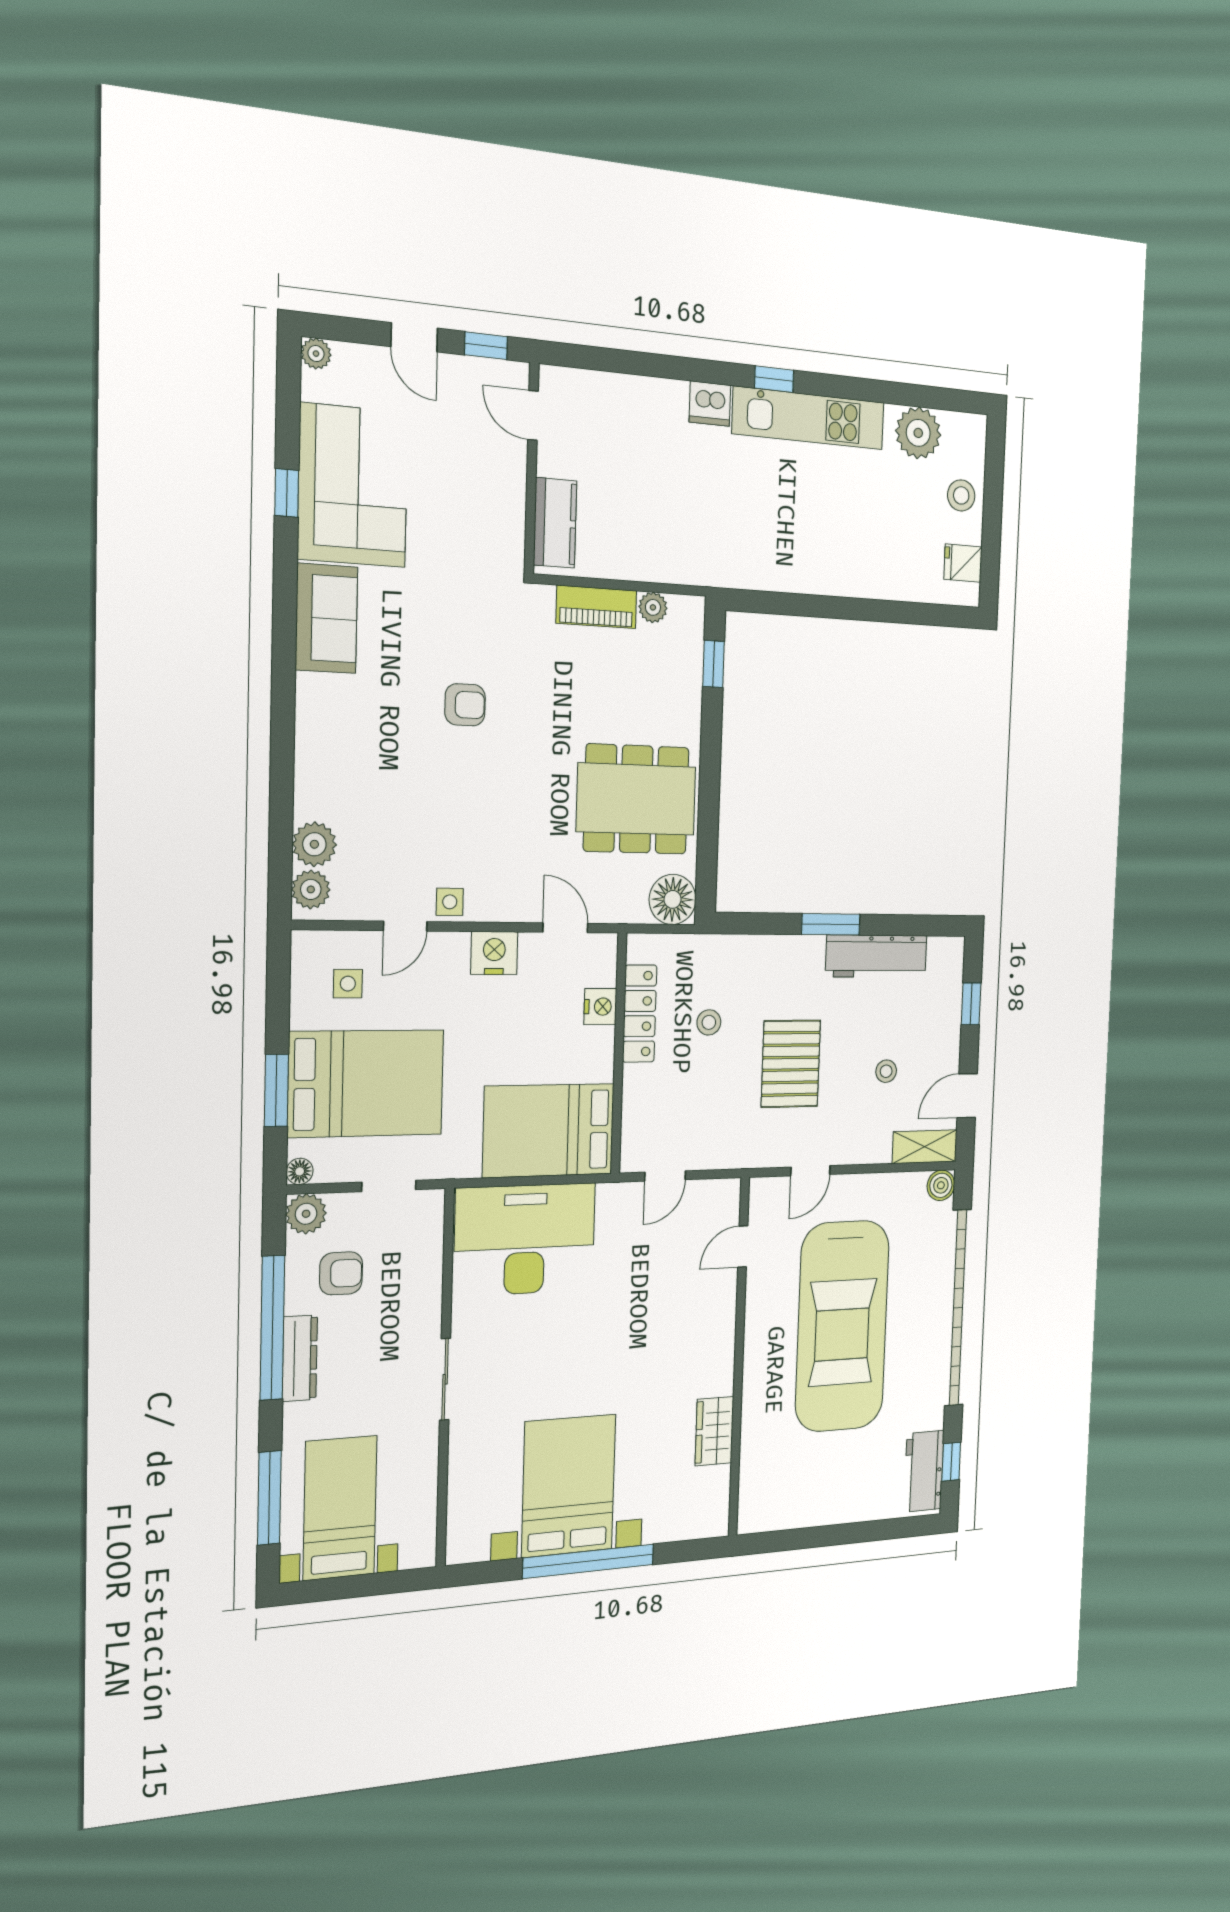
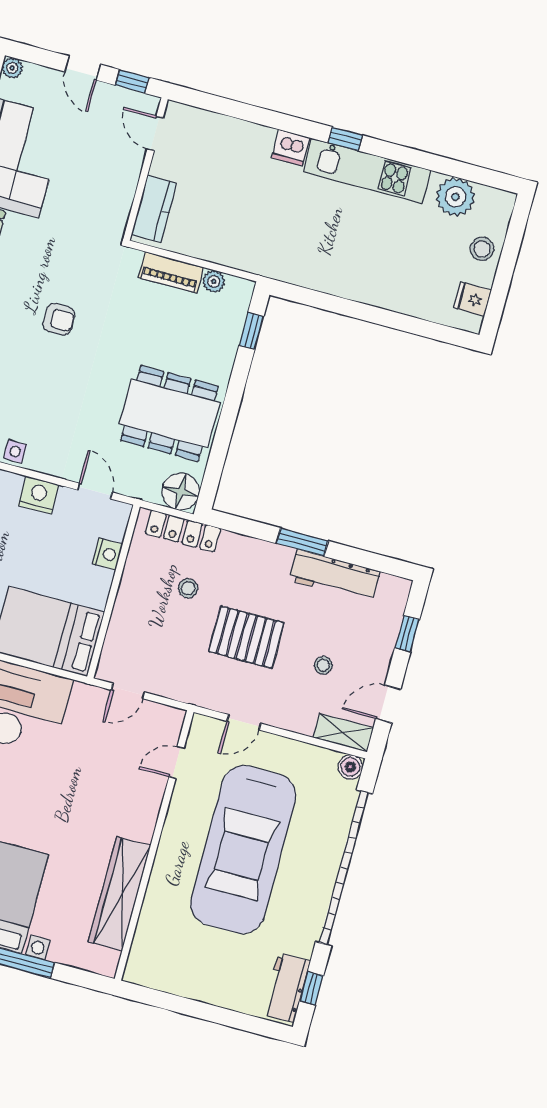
locker: (640, 1014) -> (183, 531), moved, turned 90
pallet: (791, 1064) -> (246, 637), turned 90
wardrobe: (714, 1431) -> (120, 894), width x2.10, depth x1.17

